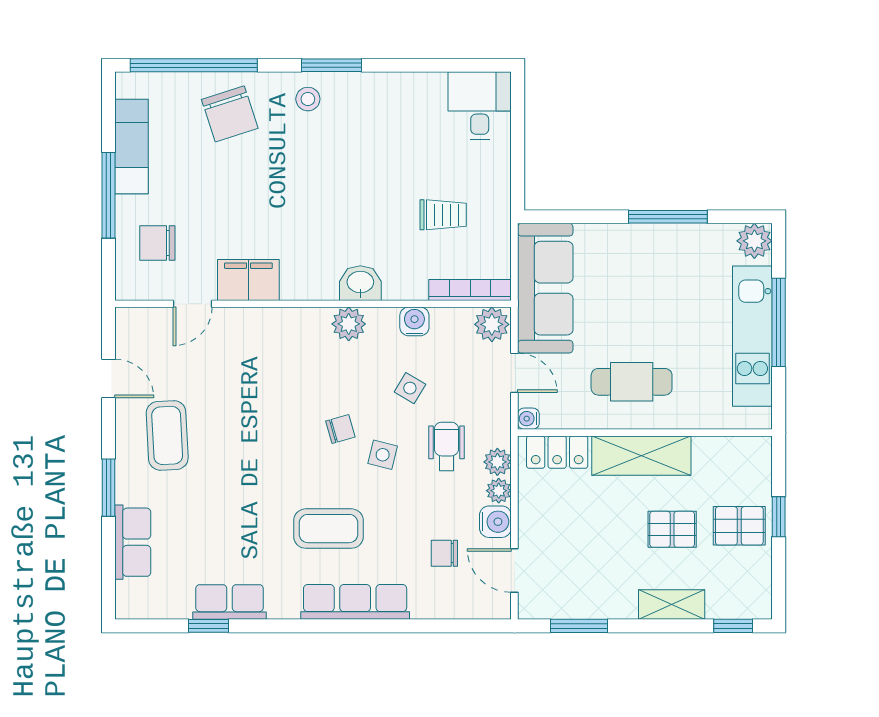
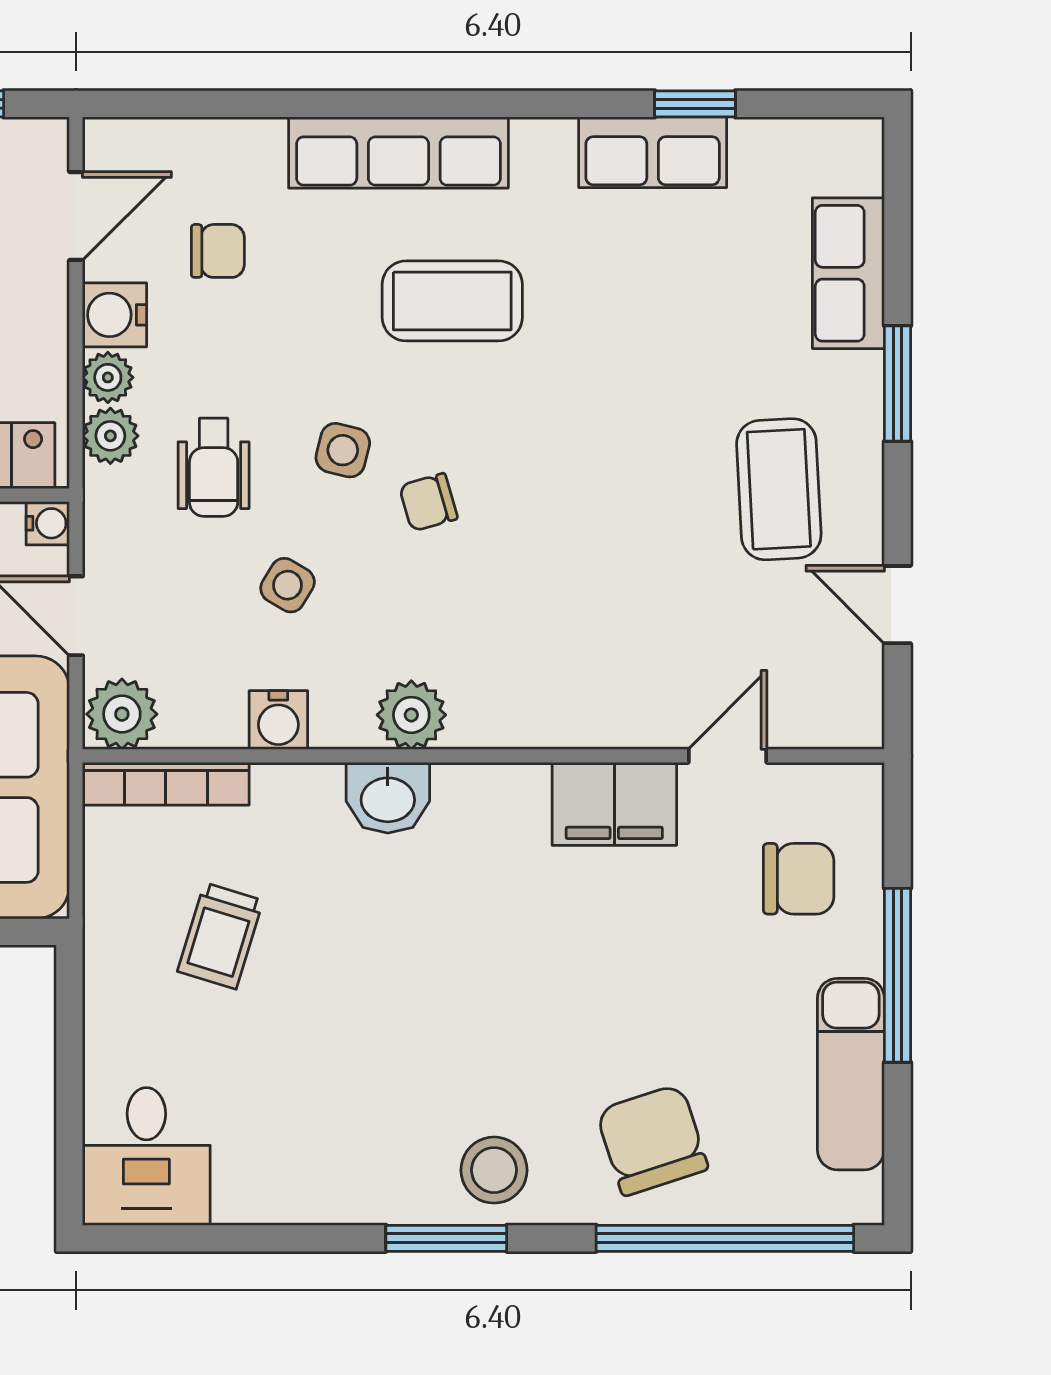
stool: (308, 99) -> (494, 1170), width x1.37, depth x1.37
trolley: (443, 215) -> (220, 936), turned -73
door: (514, 570) -> (76, 216), hinge flipped

